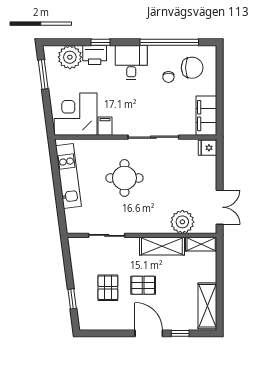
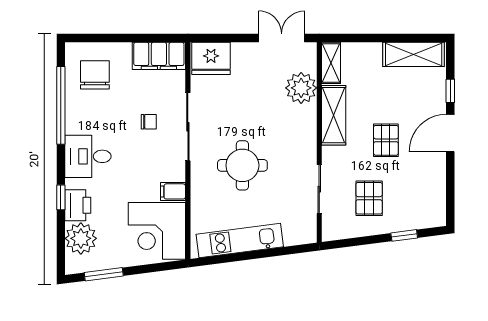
chair: (168, 77) -> (149, 122), moved
fridge: (208, 148) -> (211, 58), width x1.88, depth x1.34
pallet: (108, 288) -> (369, 198), moved, turned 90

